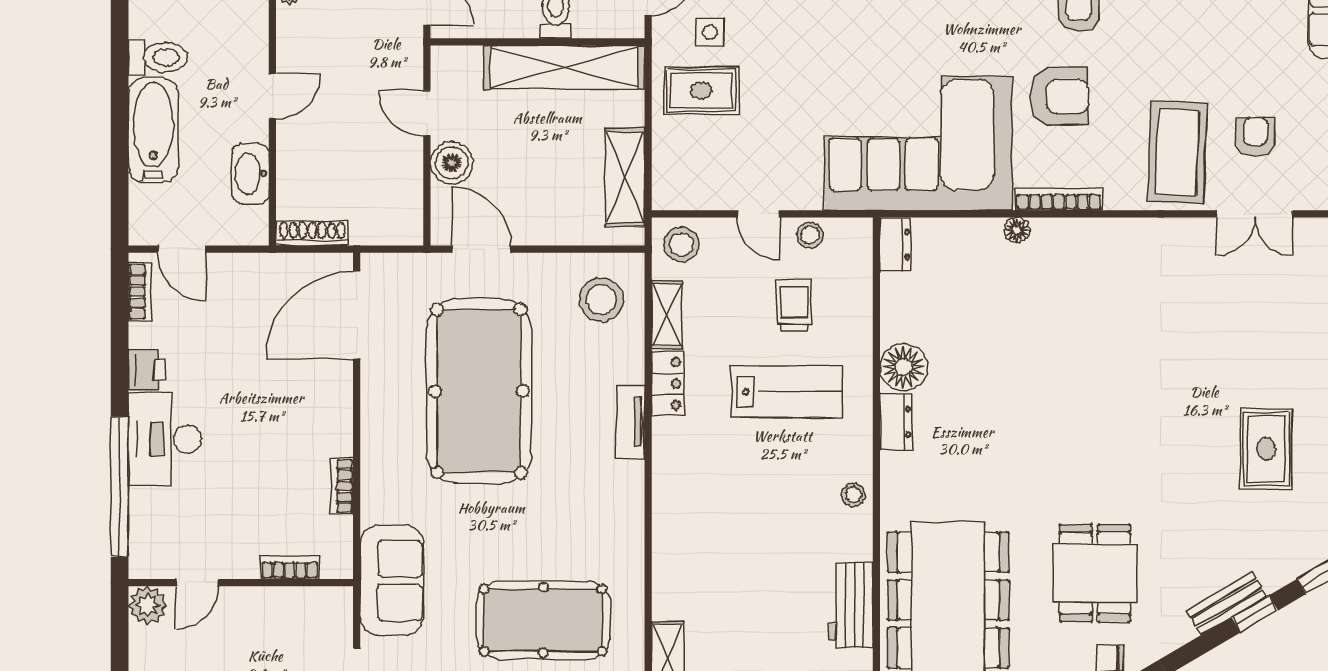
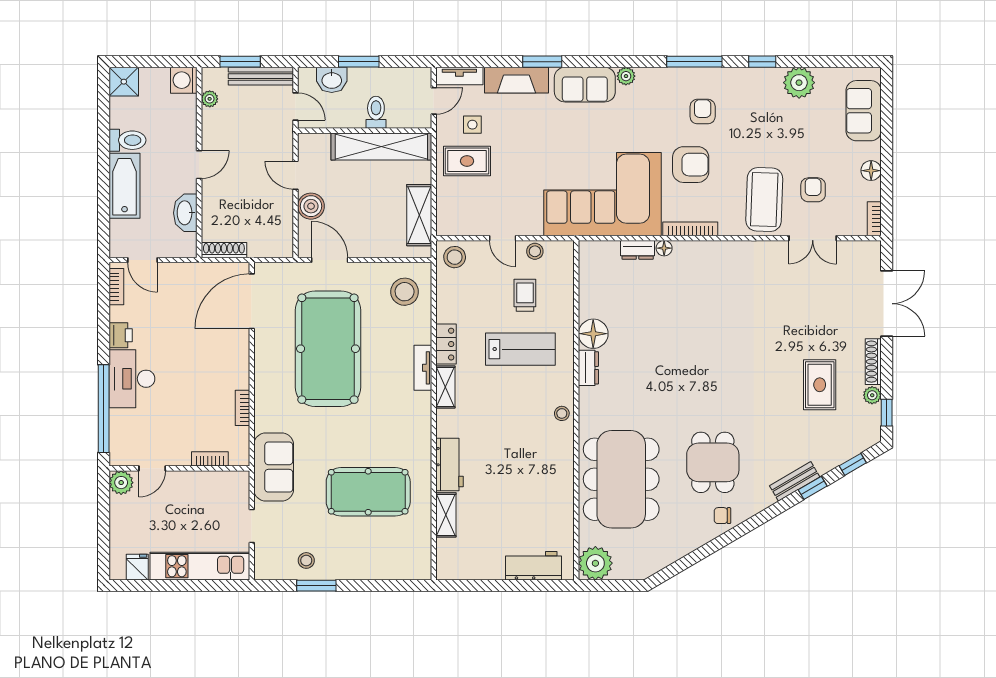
dresser: (895, 245) -> (638, 250), moved, turned 90
shelving: (667, 315) -> (445, 387), moved
workbench: (851, 605) -> (450, 465), moved, turned 180

